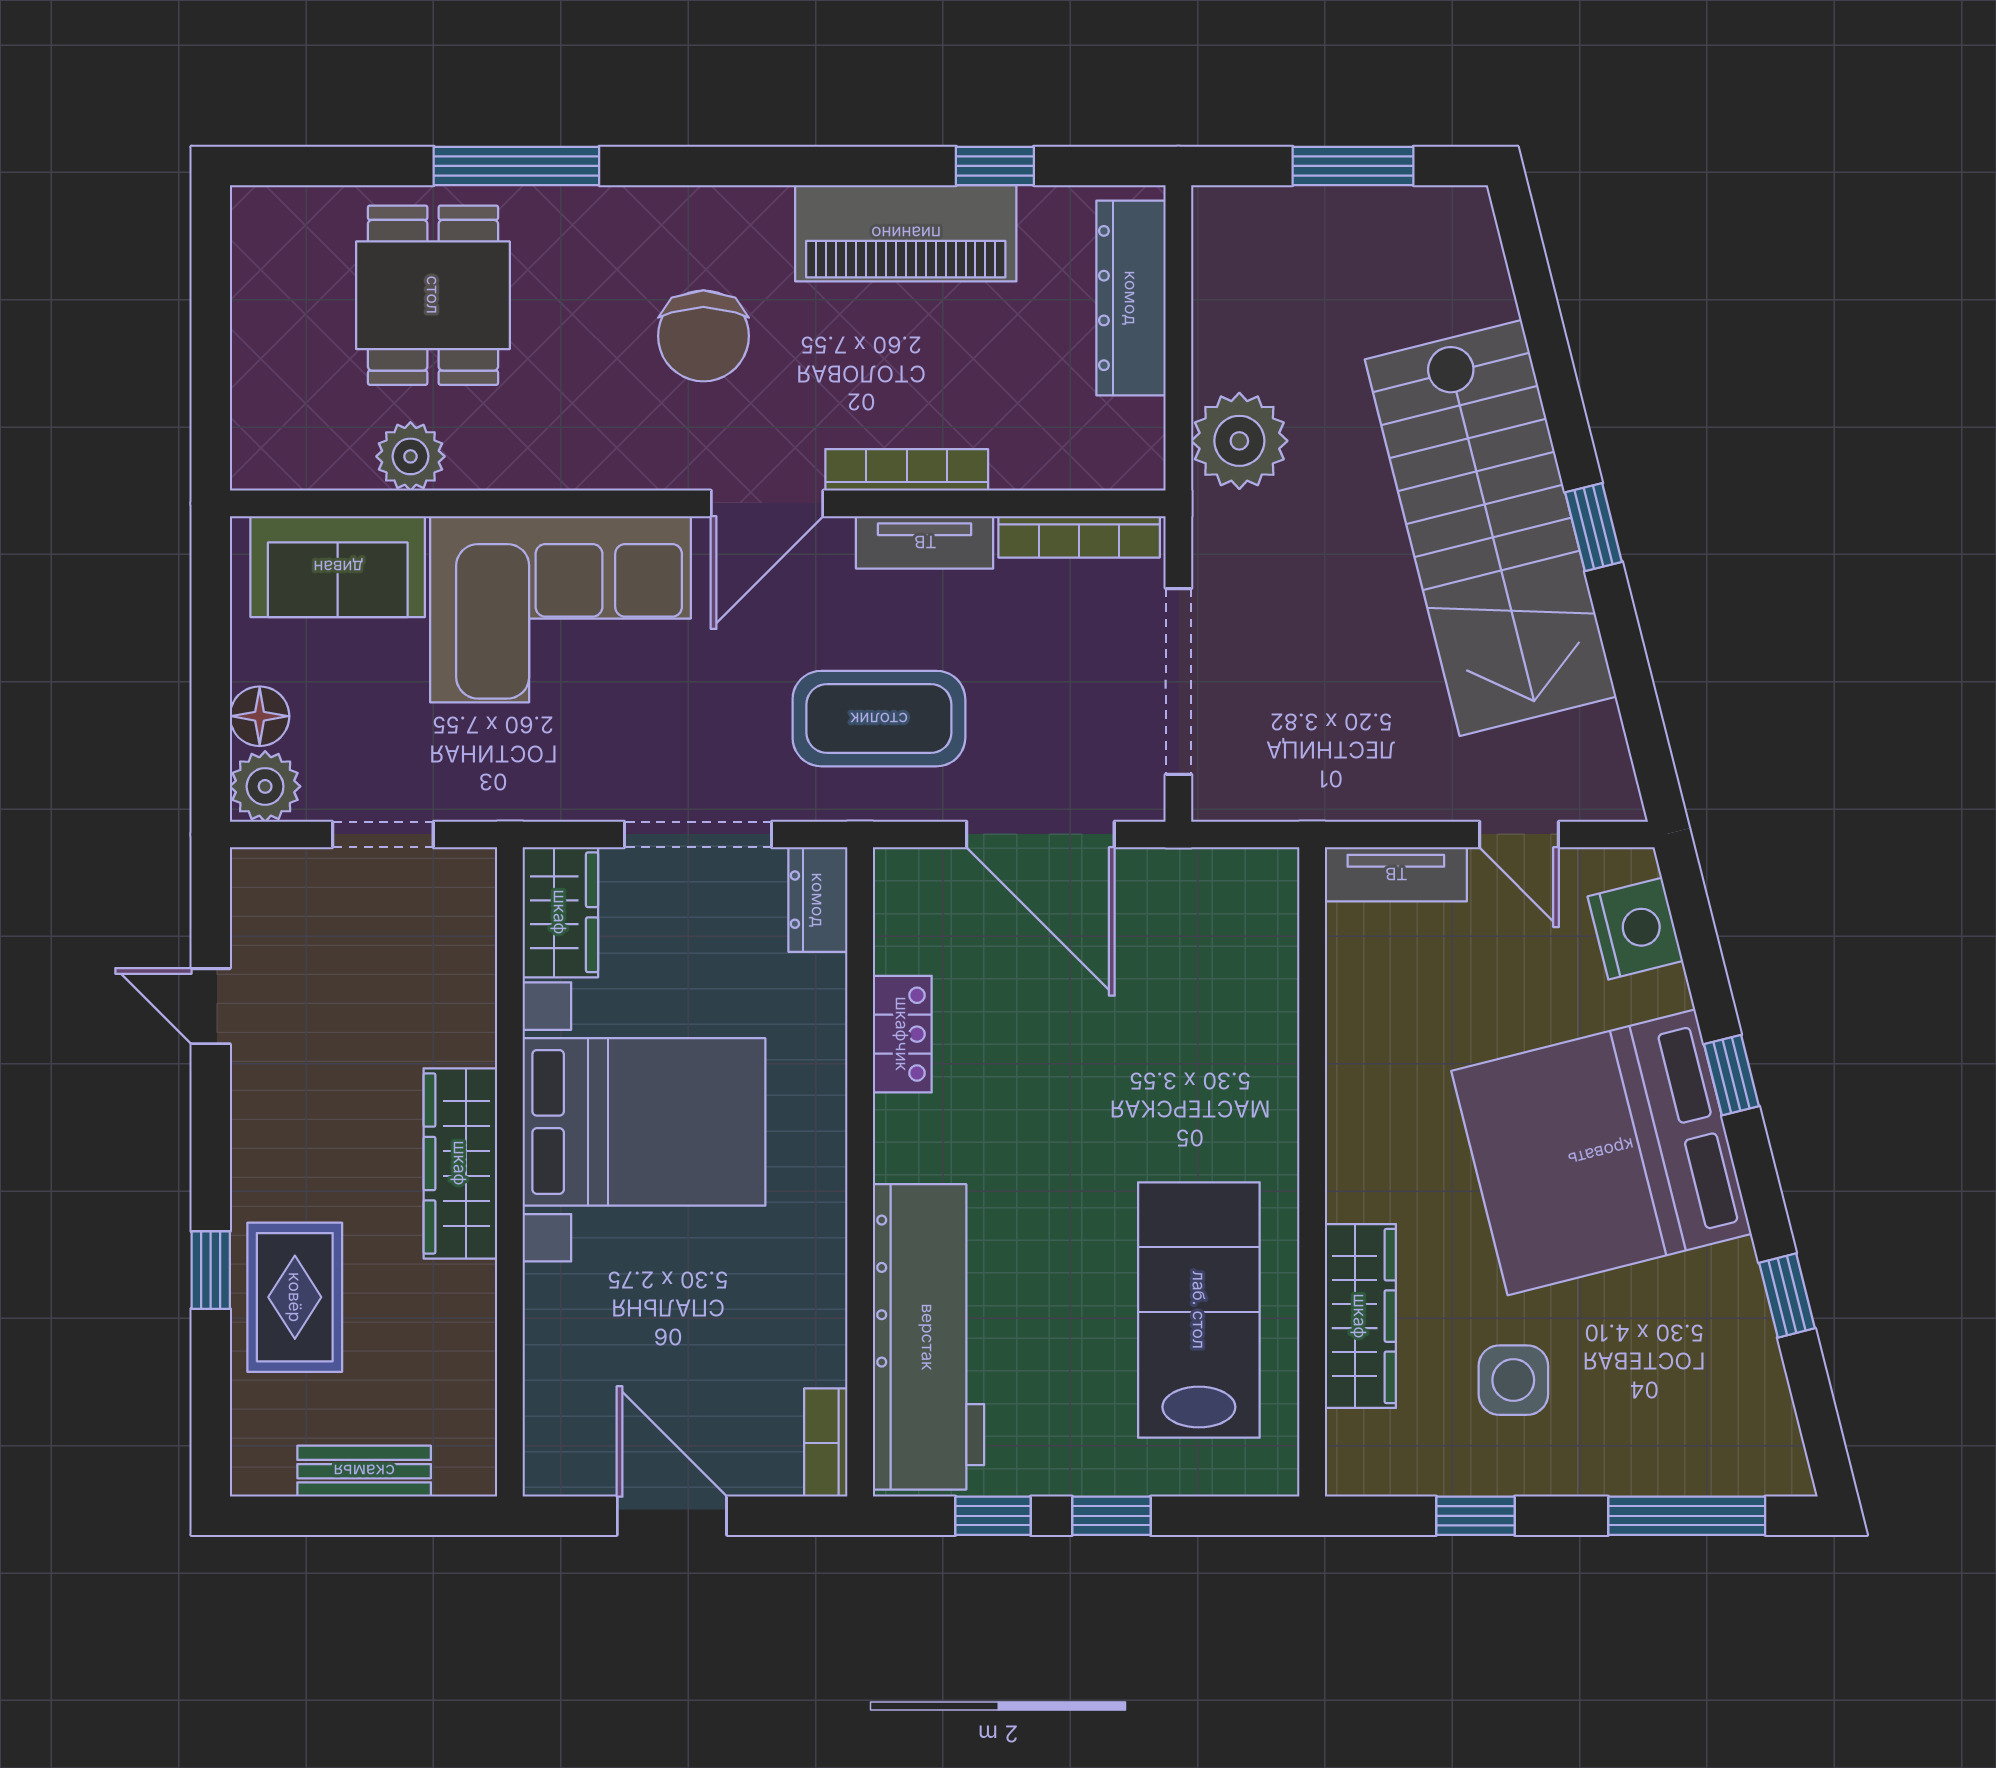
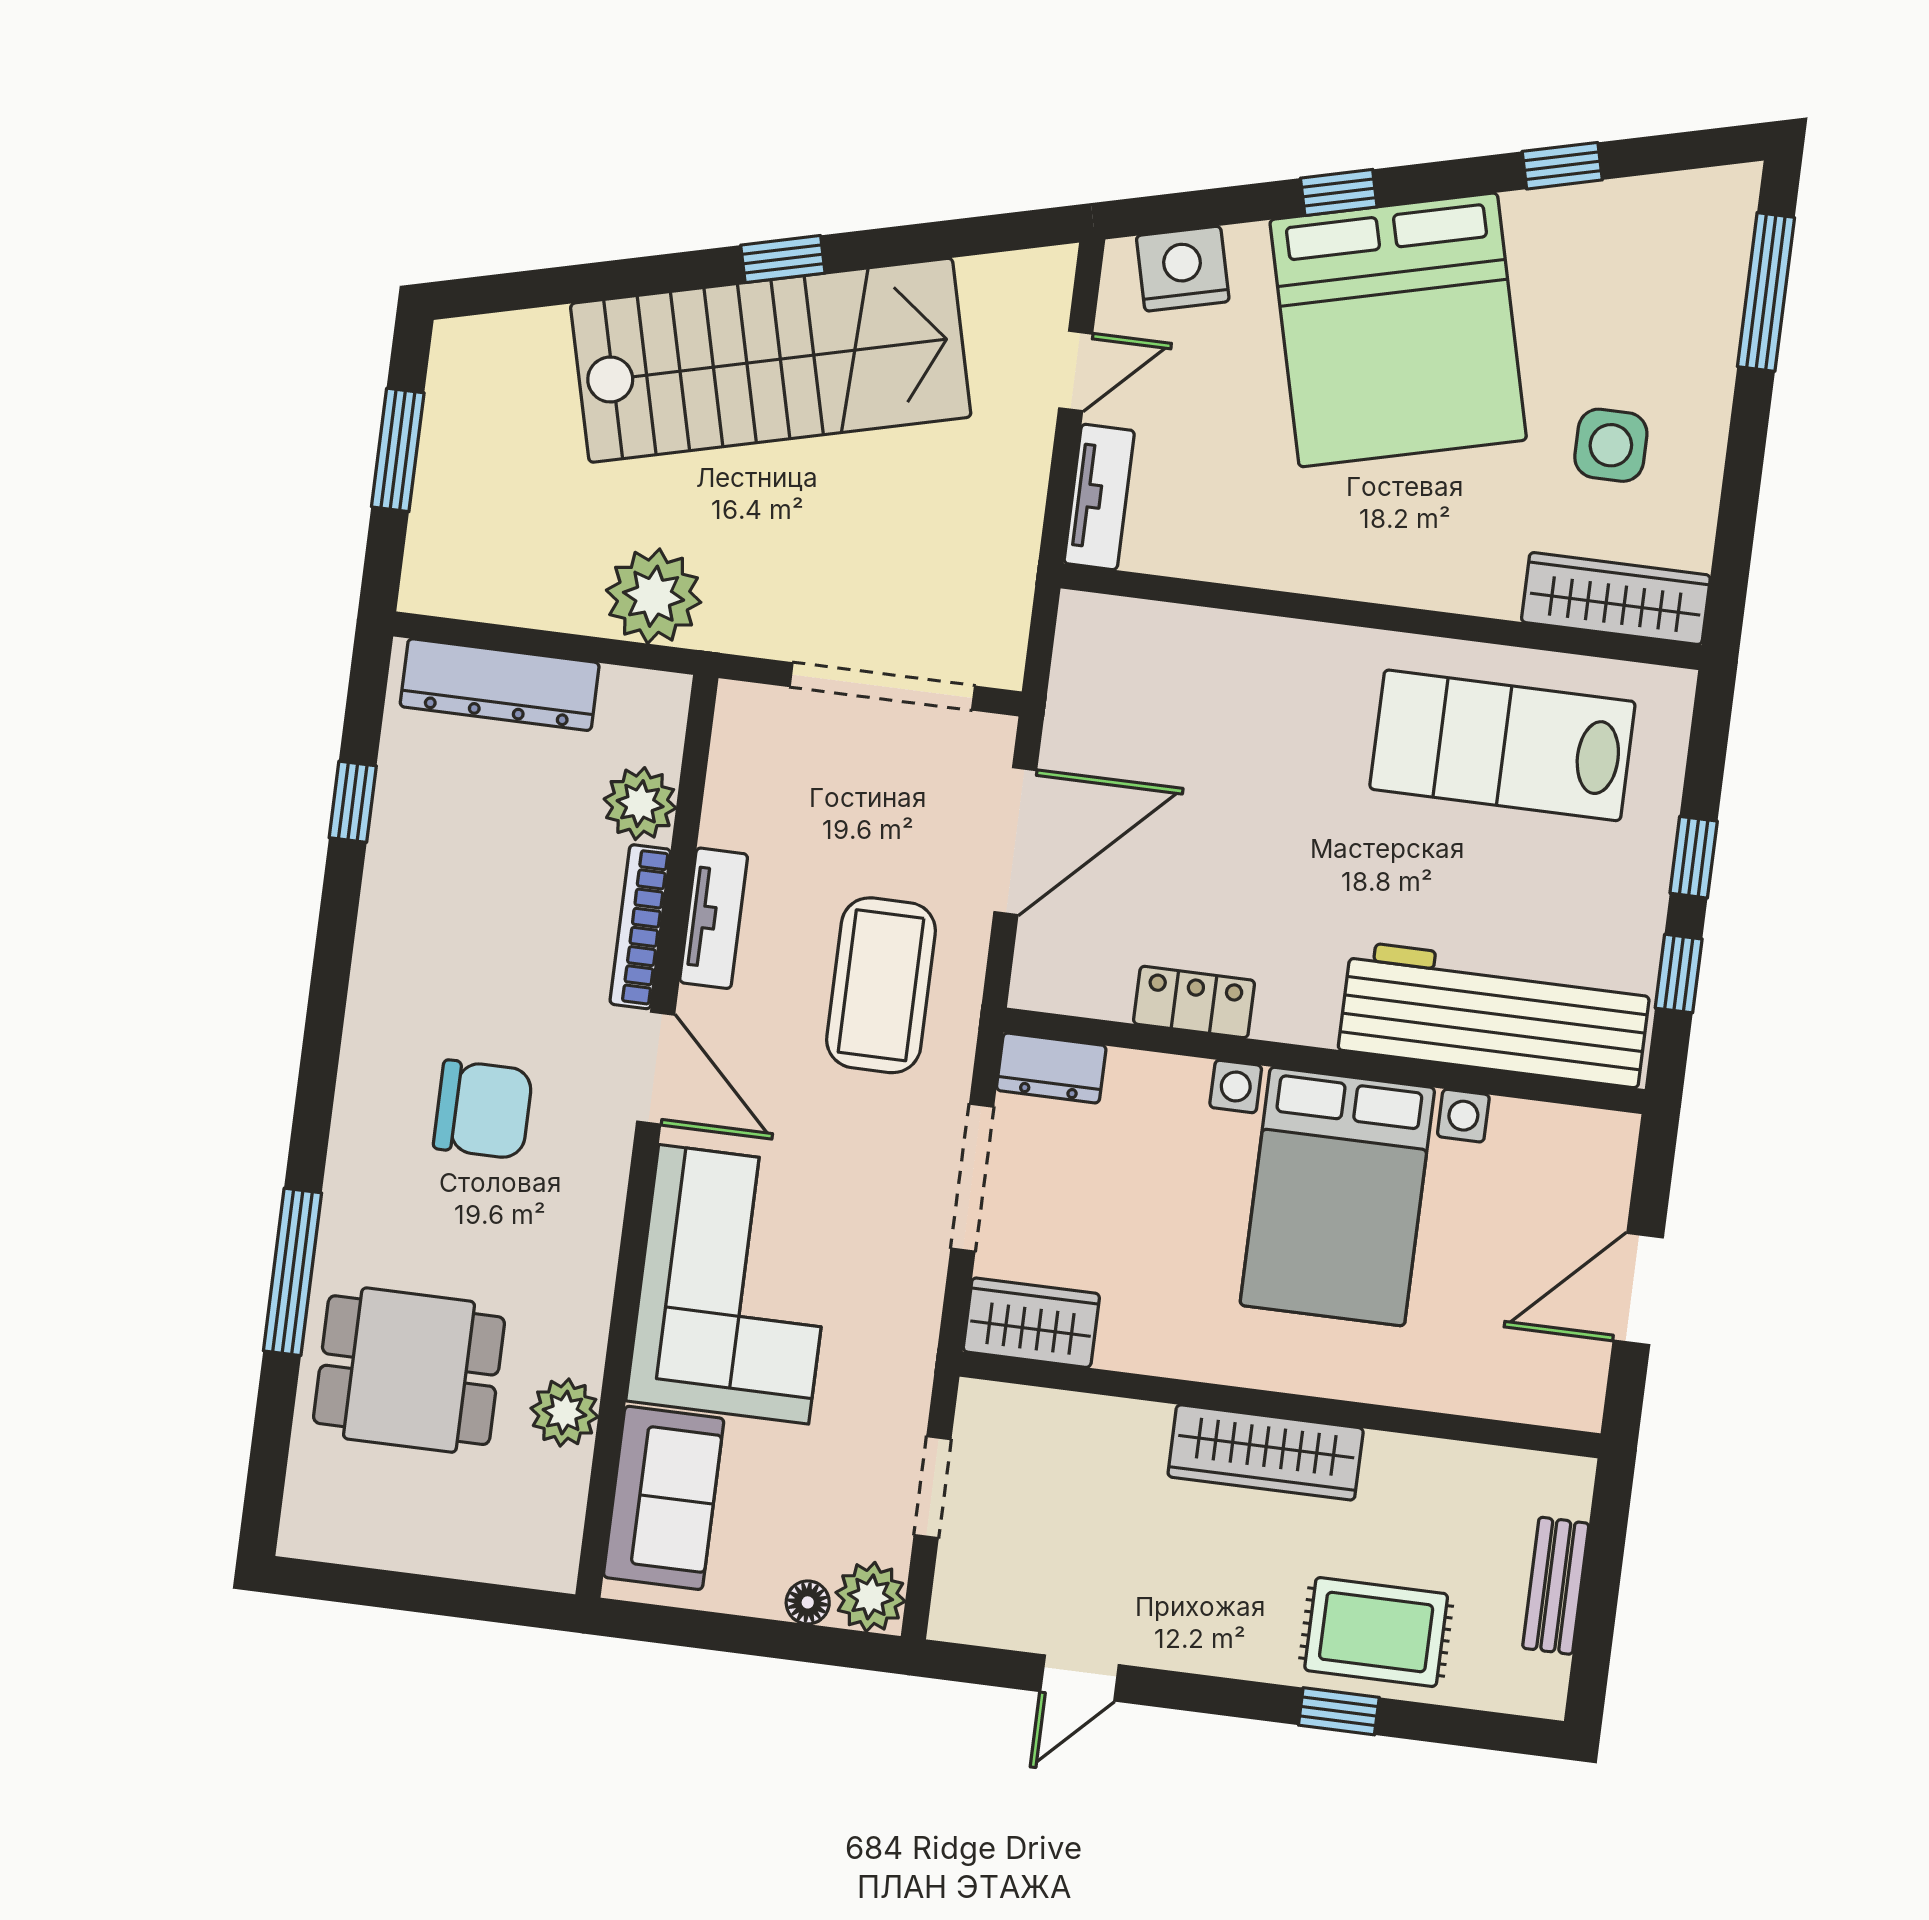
piano: (906, 233) -> (408, 898), removed
plant: (1030, 454) -> (640, 804), added
bookcase: (1079, 537) -> (728, 766), removed
floor lamp: (260, 716) -> (808, 1602), width x0.73, depth x0.73
bed with nightstands: (644, 1122) -> (1337, 1196), moved, turned 180
wardrobe: (1360, 1316) -> (1616, 599), moved
bookcase: (826, 1443) -> (1586, 1129), removed
window: (1475, 1516) -> (1739, 500), removed

